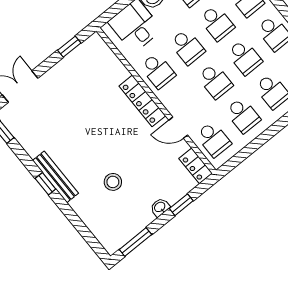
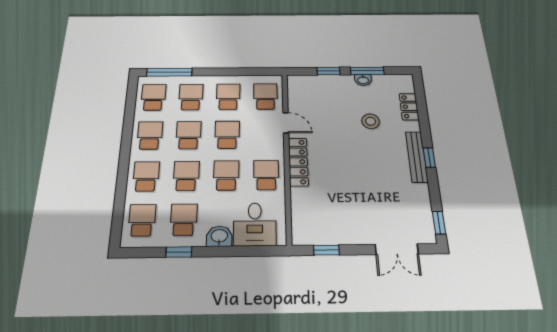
locker: (196, 166) -> (409, 107), moved, turned 180
washbasin: (160, 207) -> (363, 80), moved
window: (135, 242) -> (367, 71), moved

